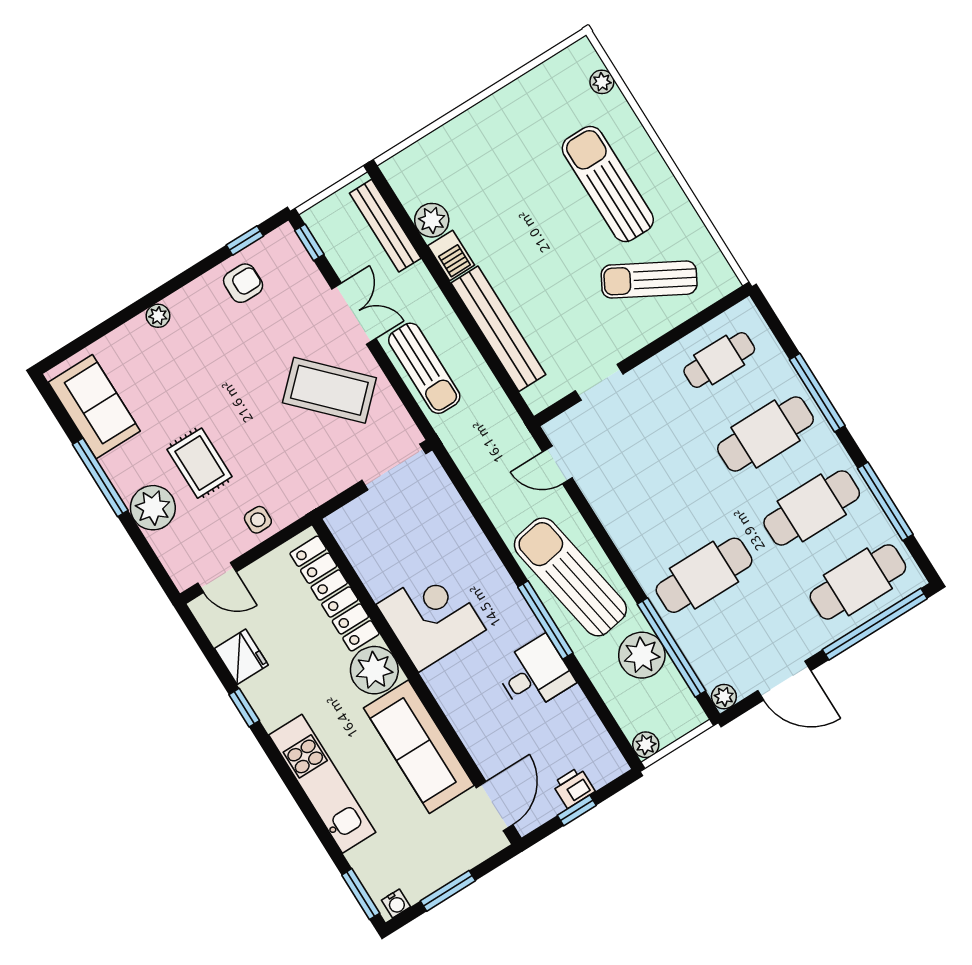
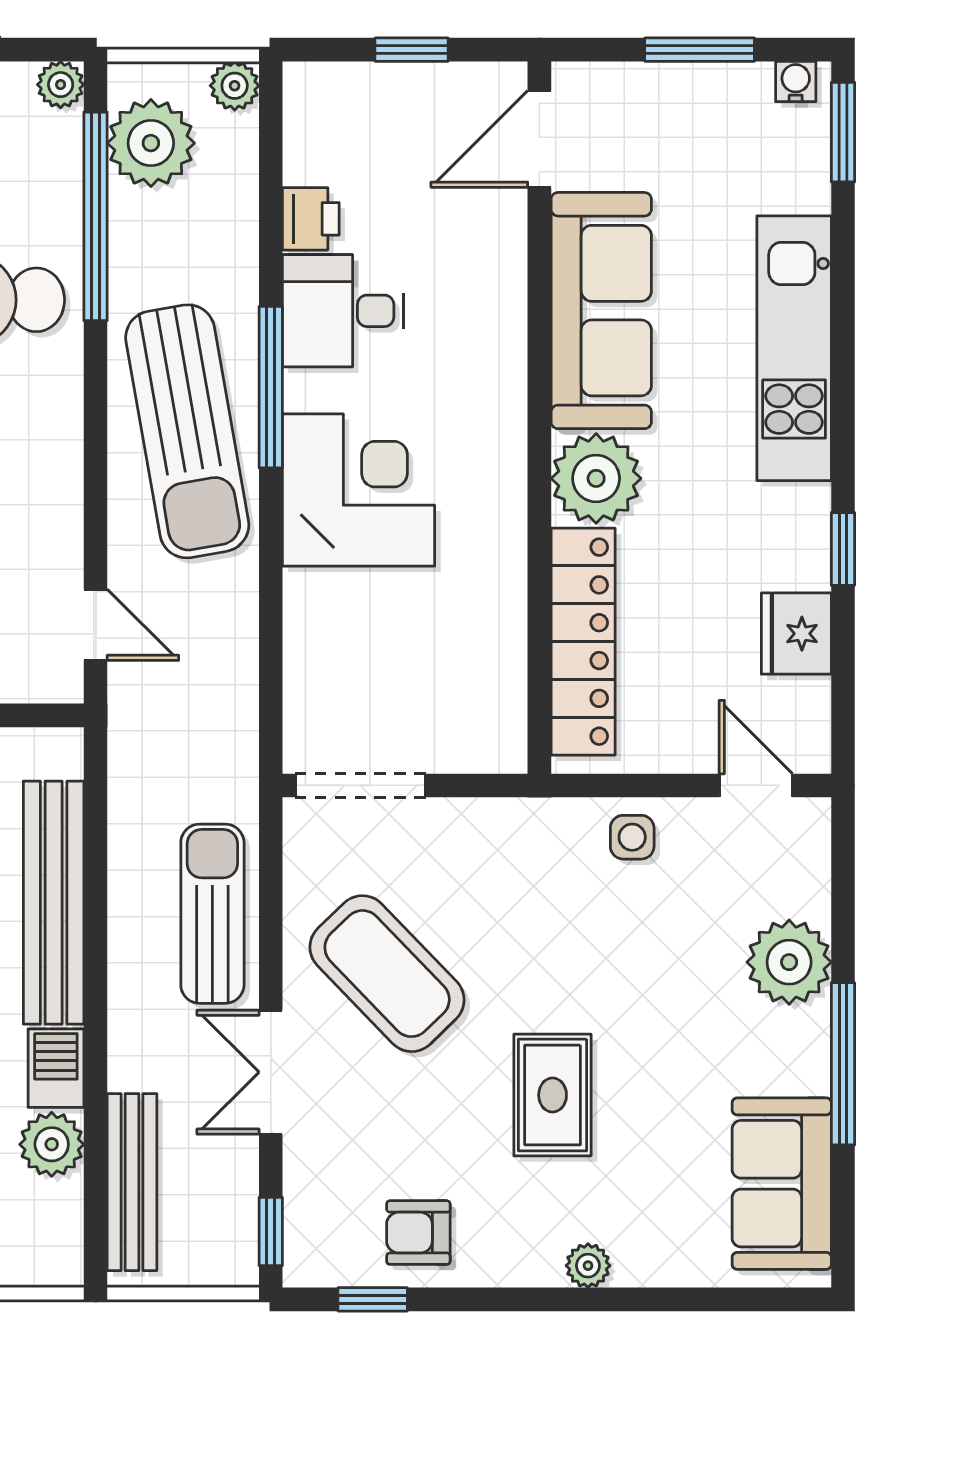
rug: (200, 463) -> (553, 1095), moved
corner desk: (431, 617) -> (359, 490), moved, turned 180
plant: (642, 655) -> (151, 143), moved
printer: (574, 787) -> (311, 219), moved, turned -90

